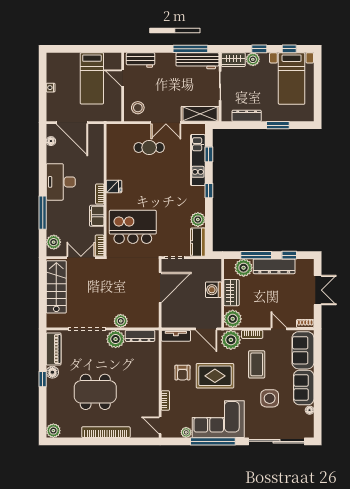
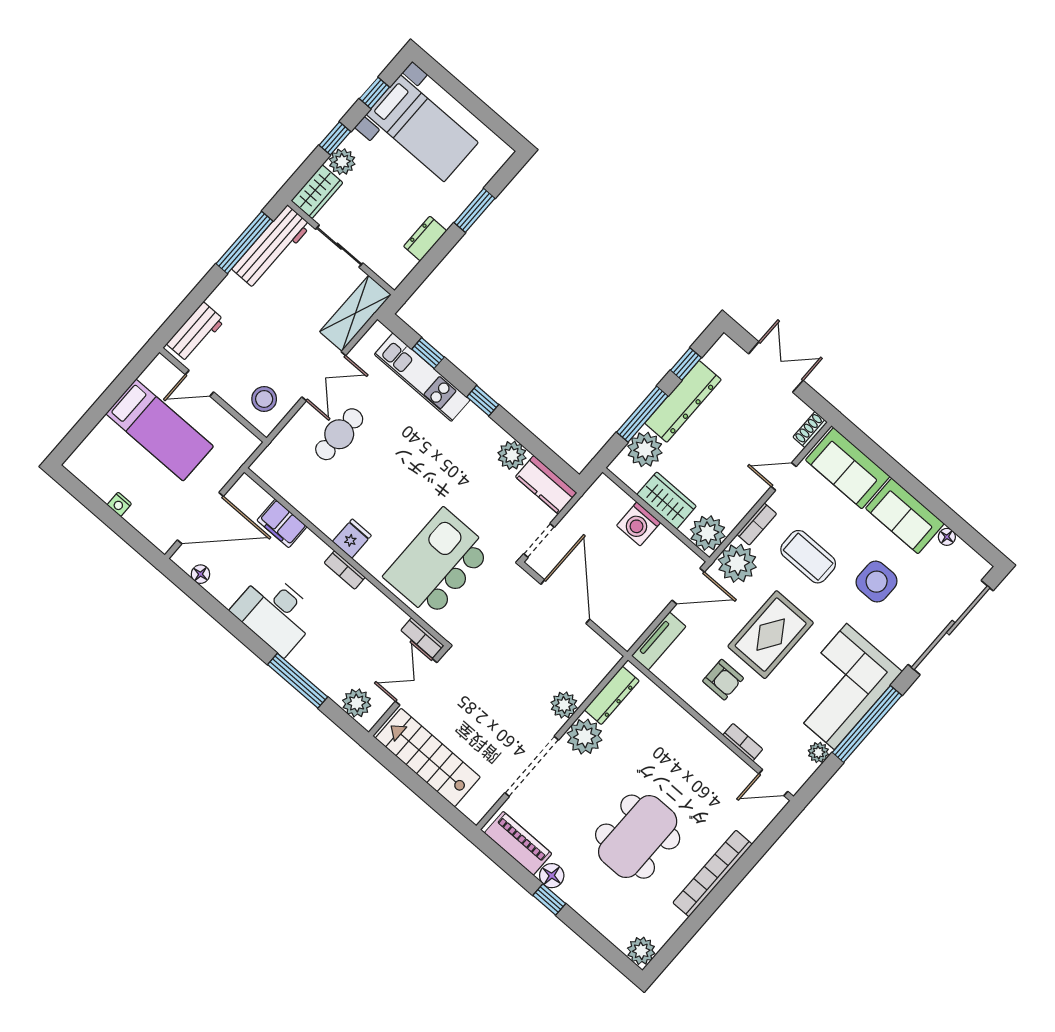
dresser: (247, 116) -> (425, 239), width x0.70
filing cabinet: (97, 216) -> (282, 523), moved

